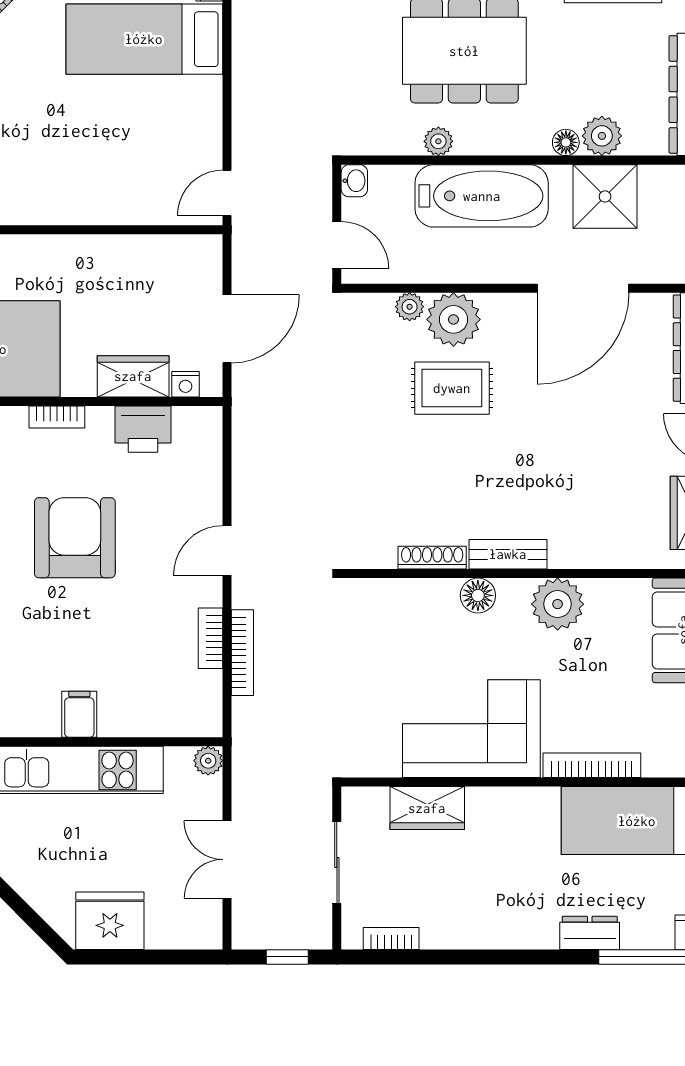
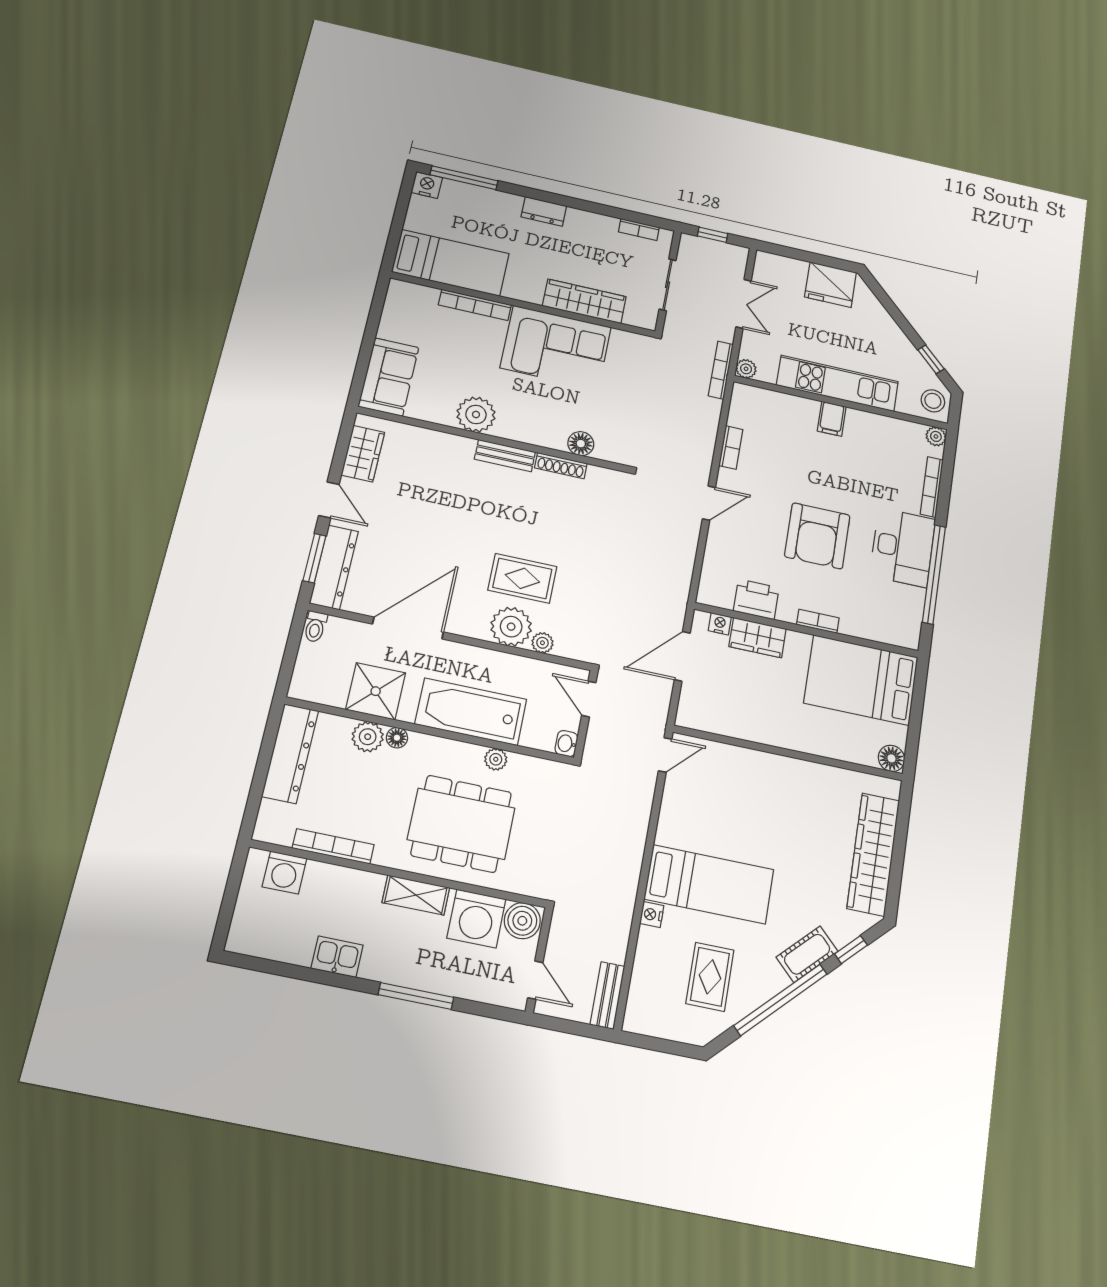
floor lamp: (478, 595) -> (581, 444), moved
bookcase: (242, 653) -> (721, 370), moved
wardrobe: (427, 808) -> (584, 301), width x1.50
dresser: (590, 933) -> (544, 211), moved

